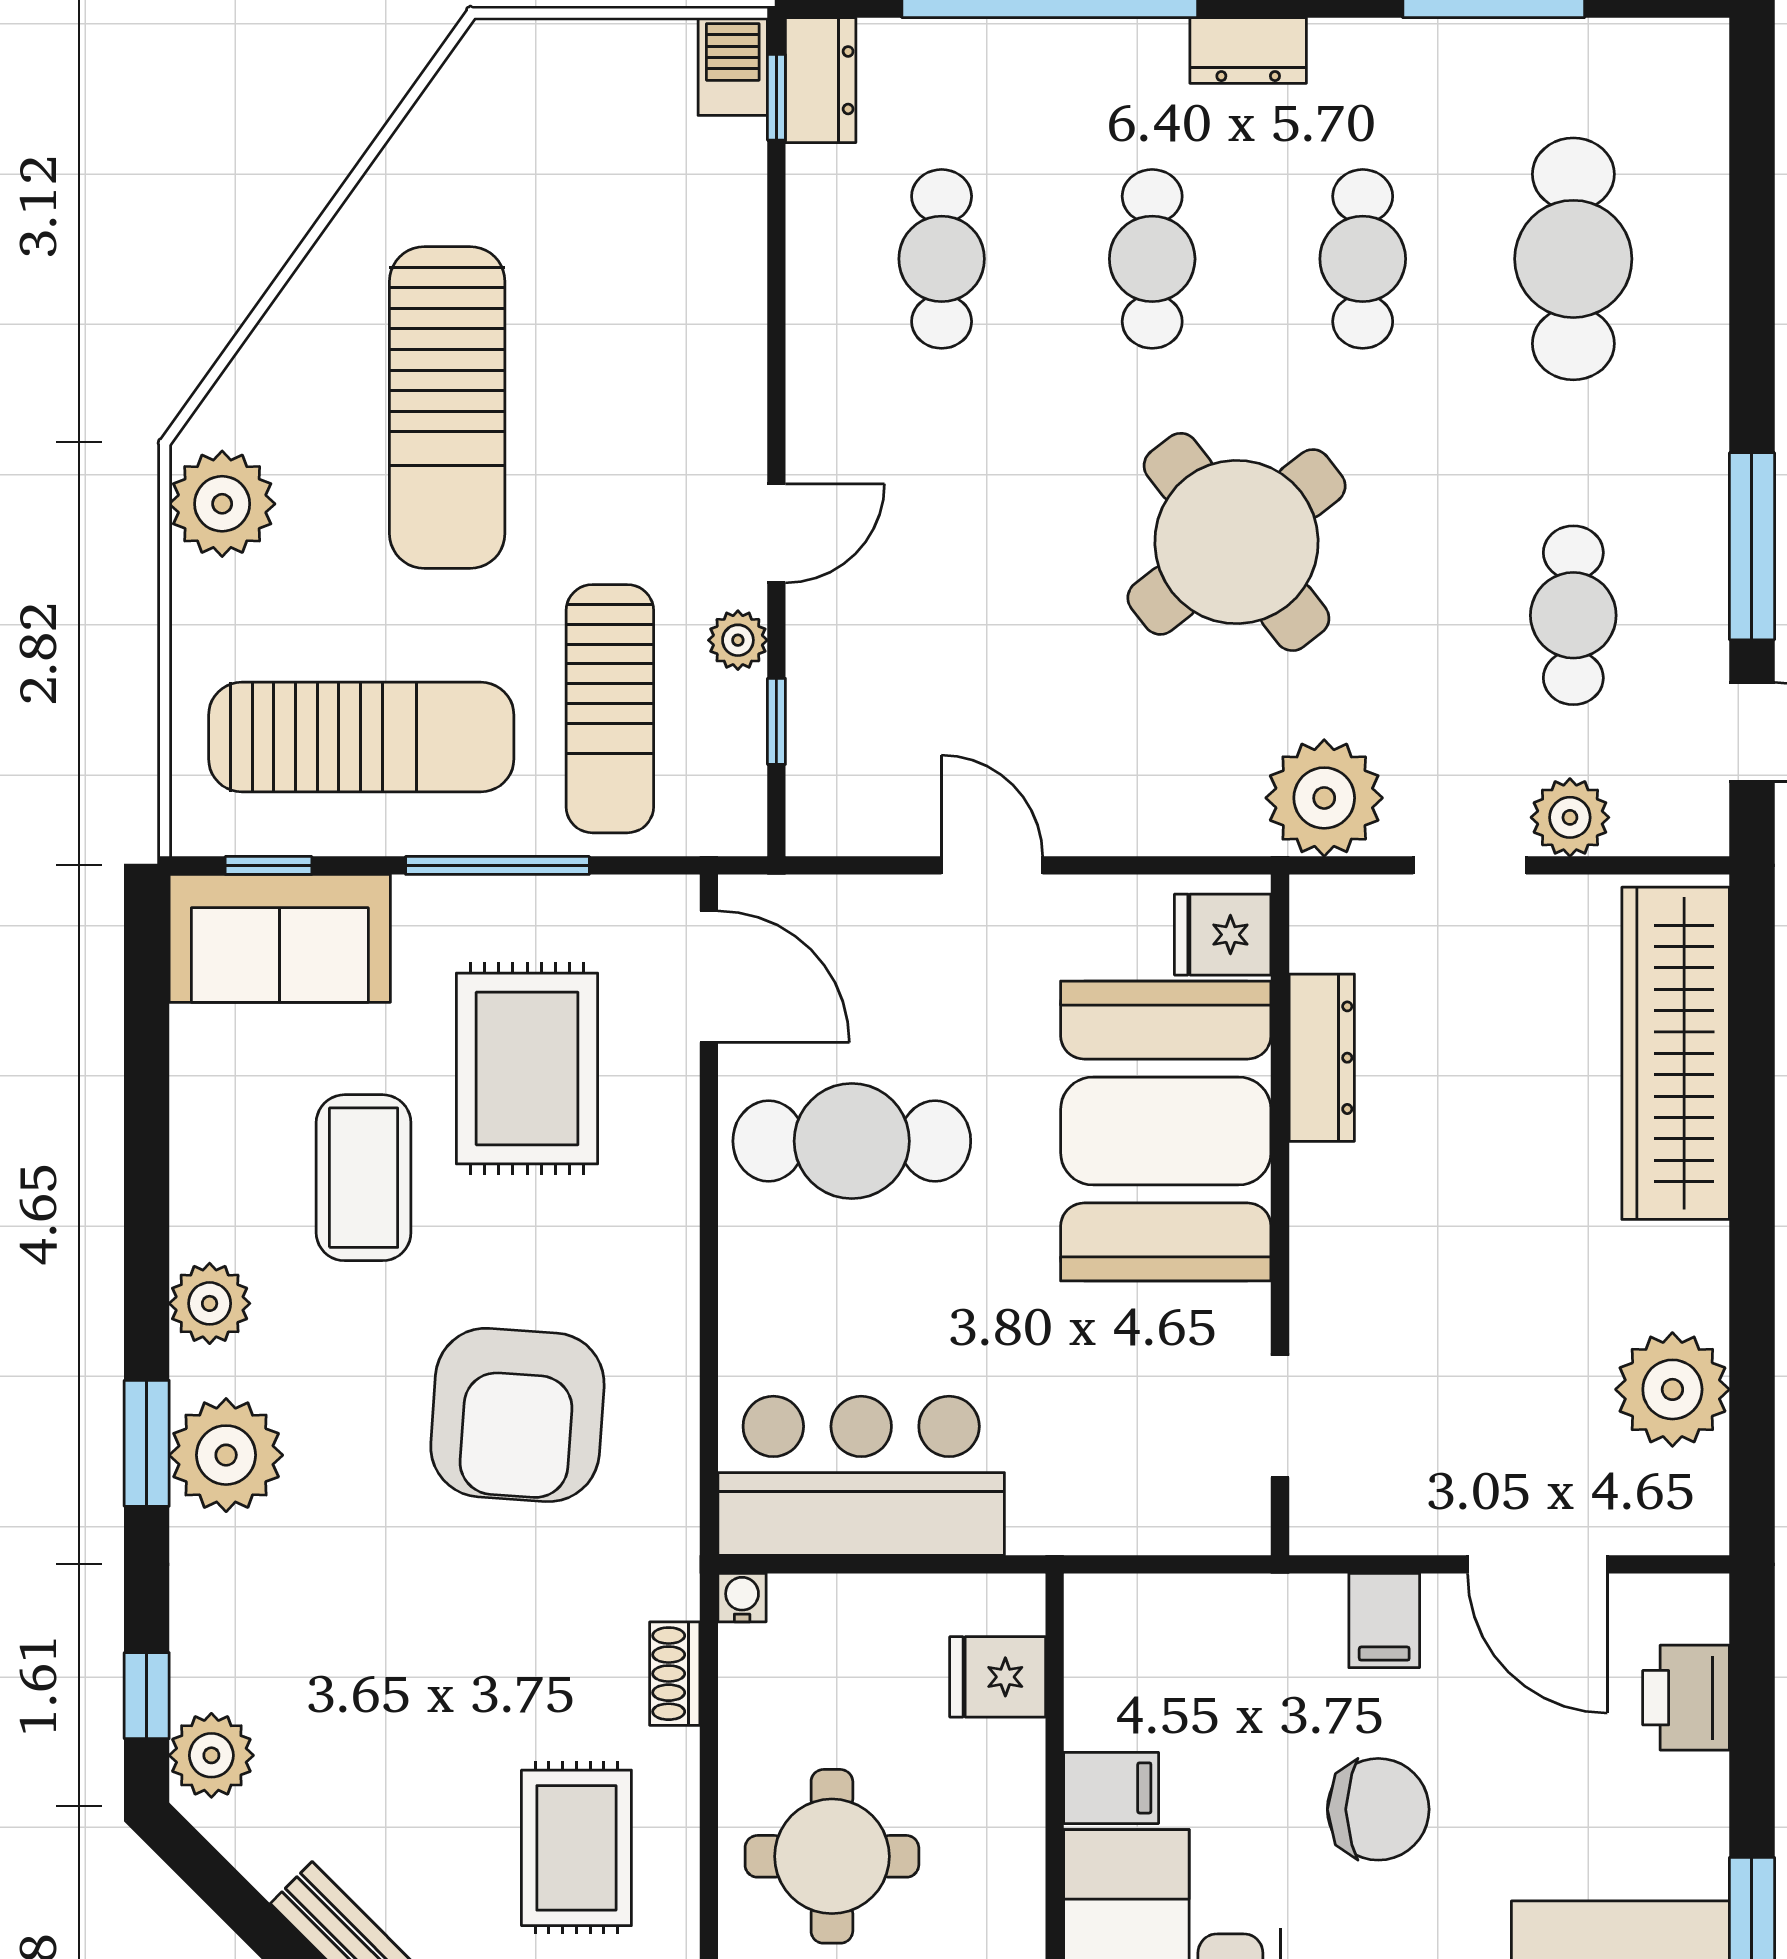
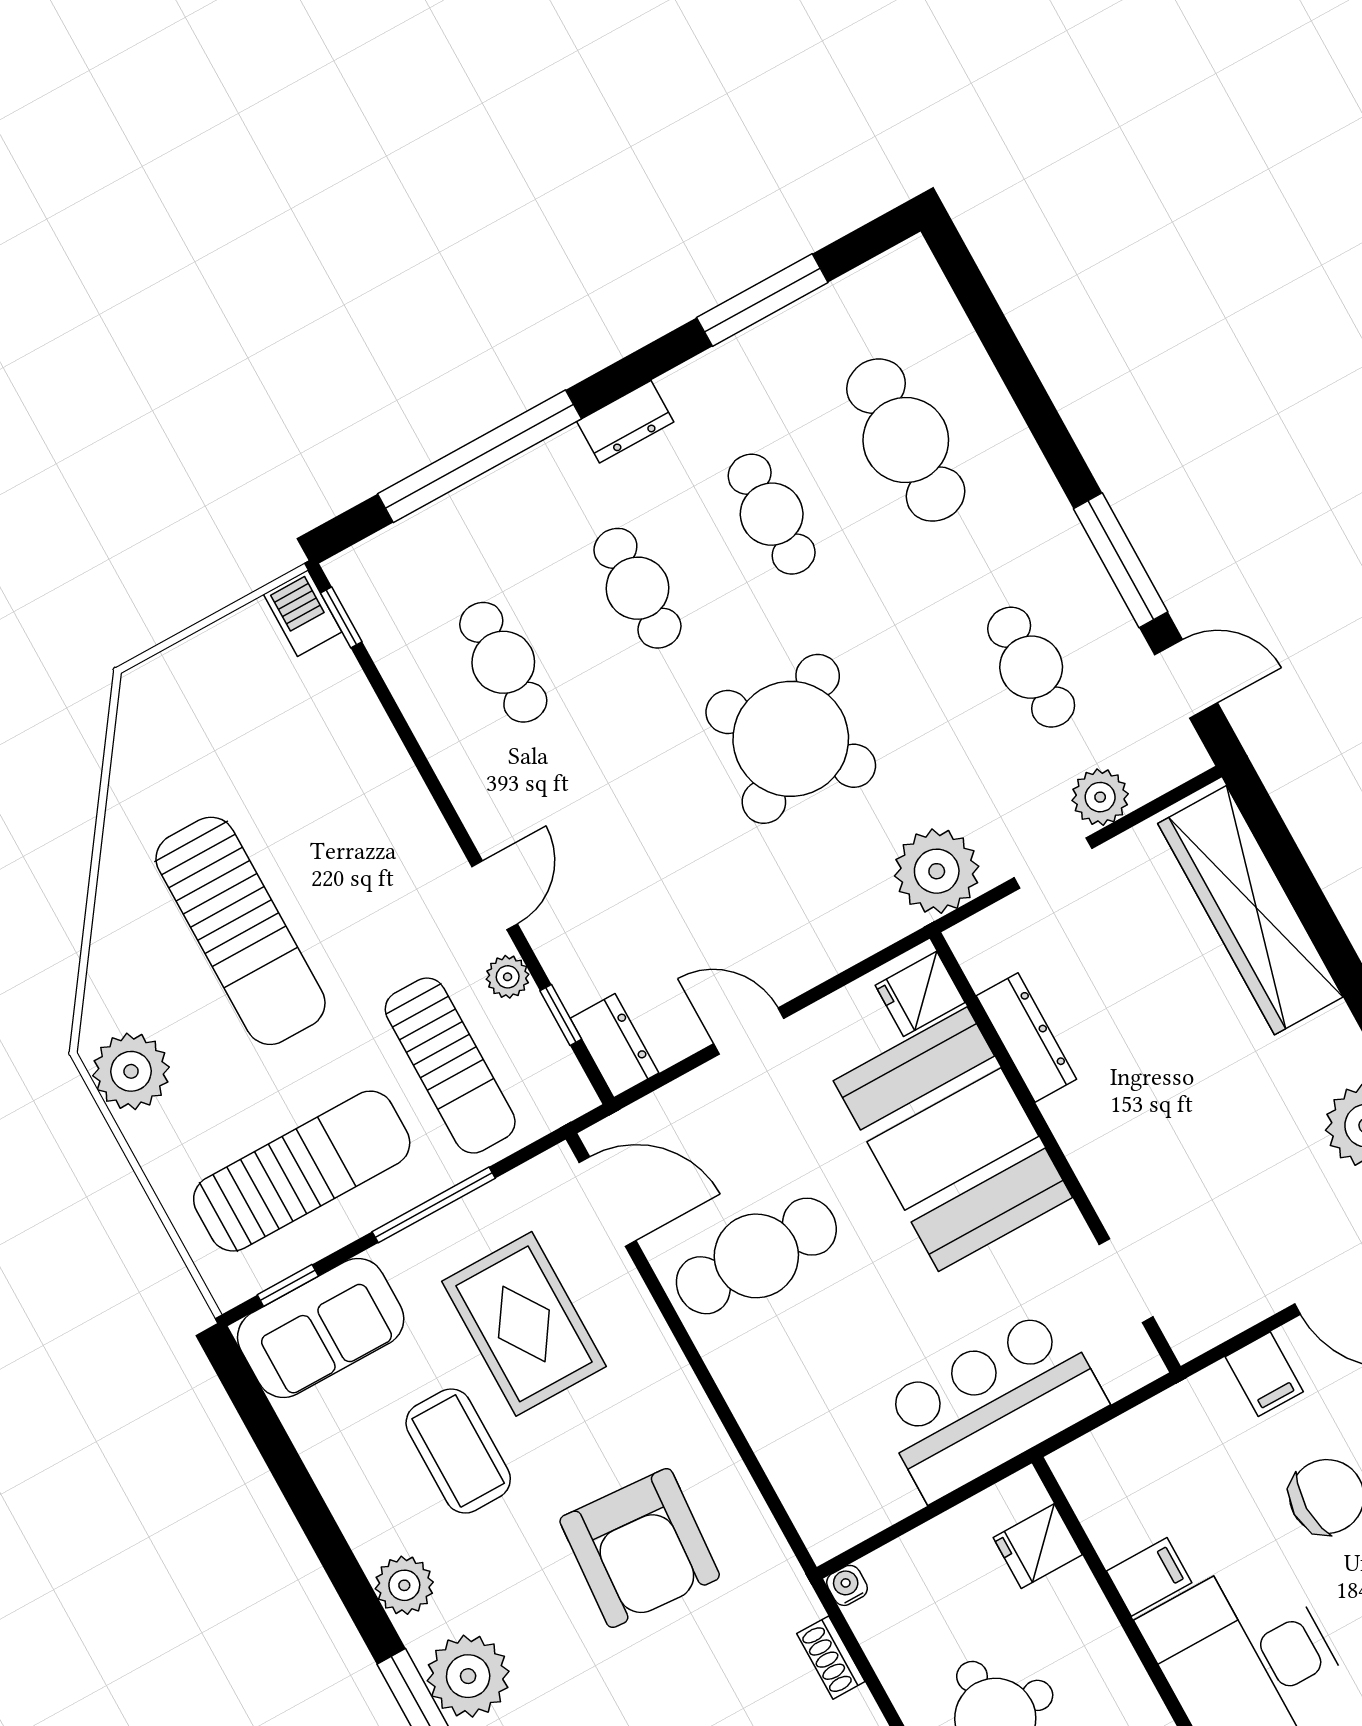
dresser: (821, 80) -> (614, 1046), moved
bar counter: (861, 1476) -> (991, 1405), moved

